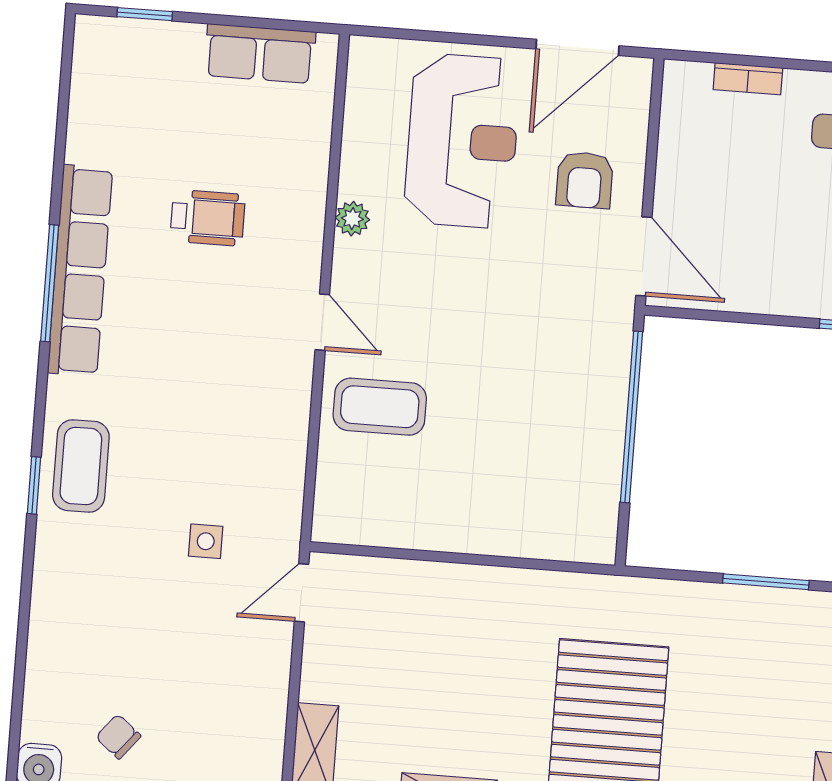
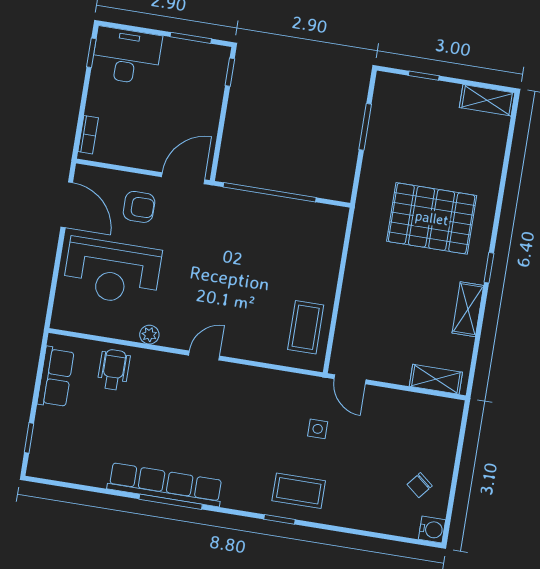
bookcase: (748, 79) -> (88, 135), moved
reception desk: (462, 141) -> (112, 271), turned 180
wheelchair: (208, 218) -> (114, 370), moved
coffee table: (380, 407) -> (306, 327), moved
coffee table: (81, 466) -> (299, 491), moved

